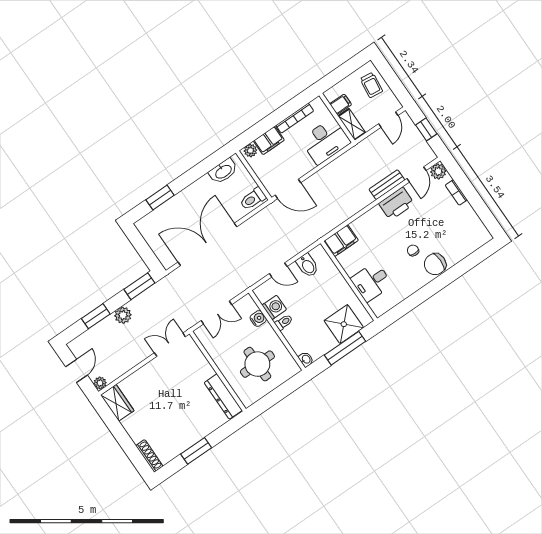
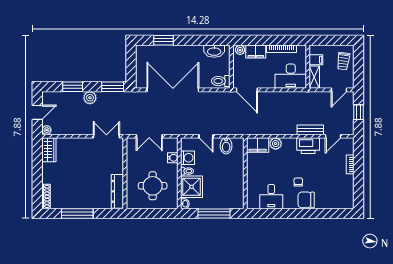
plant: (438, 171) -> (276, 144), moved
desk: (371, 282) -> (271, 197), moved, turned -90
shower: (344, 324) -> (192, 187), moved
window: (196, 451) -> (77, 214), width x1.44

